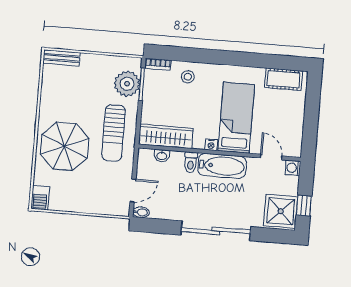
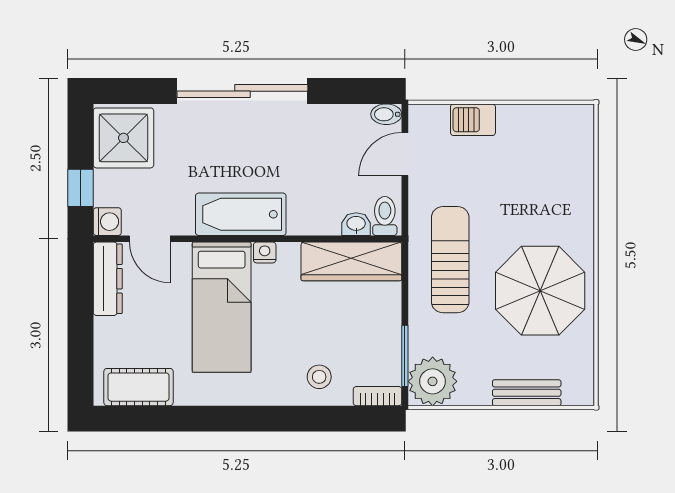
bench: (62, 58) -> (527, 393), moved
plant: (127, 84) -> (433, 381), moved
dresser: (295, 138) -> (108, 279), added
parasol: (65, 146) -> (540, 291), moved
toilet: (191, 162) -> (385, 216), moved
barbecue: (40, 198) -> (473, 120), moved, turned -90
window: (304, 206) -> (80, 188), moved

